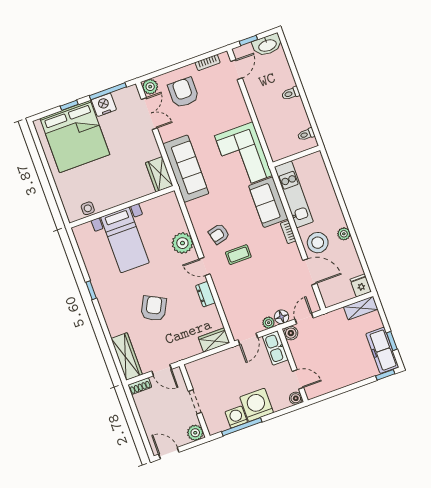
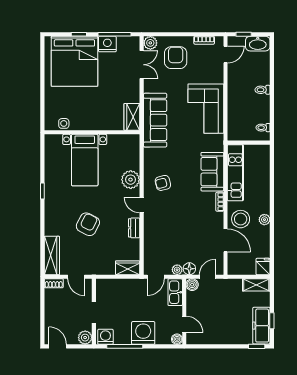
corner sofa: (243, 156) -> (206, 109), moved
coffee table: (238, 255) -> (173, 205), removed
washing machine: (236, 417) -> (105, 337), moved

